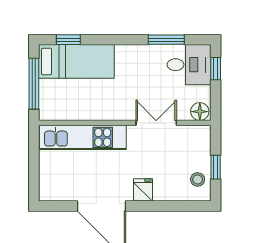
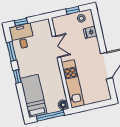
window: (68, 40) -> (17, 76), moved
floor lamp: (200, 112) -> (63, 105), moved
double door: (156, 123) -> (56, 47), swing flipped
fridge: (143, 190) -> (90, 32), moved

